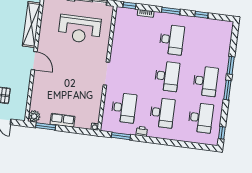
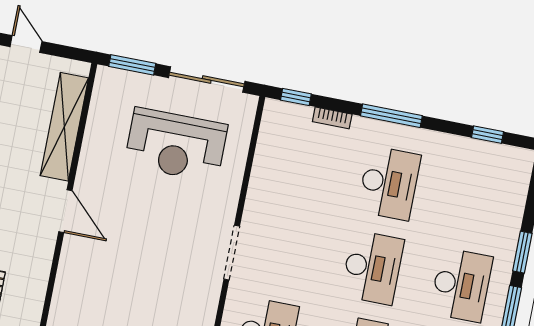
window: (171, 11) -> (391, 116), width x1.44
window: (201, 15) -> (488, 135), moved

